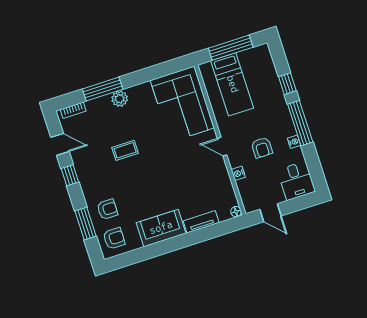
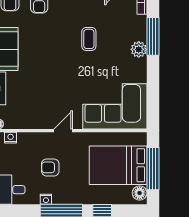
floor lamp: (259, 53) -> (140, 193), added
bed: (232, 84) -> (118, 165), width x1.50
nightstand: (238, 173) -> (11, 138), moved

